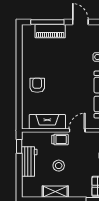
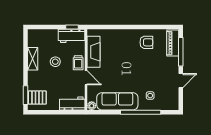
piano: (50, 31) -> (173, 43), moved
armchair: (37, 85) -> (146, 42), moved
workbench: (29, 162) -> (71, 36), moved

